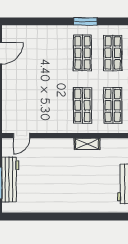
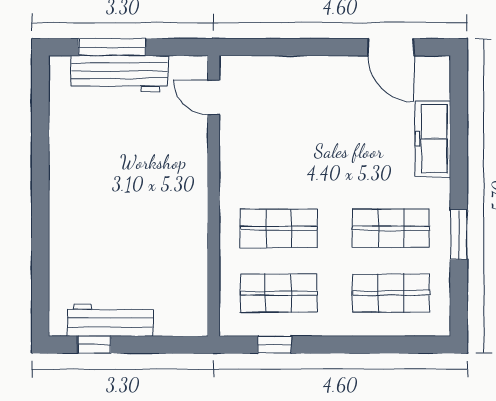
freezer: (41, 33) -> (433, 139), added
shelving: (87, 144) -> (196, 238), removed

